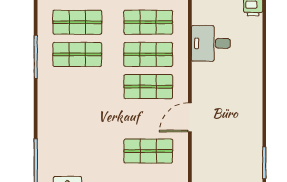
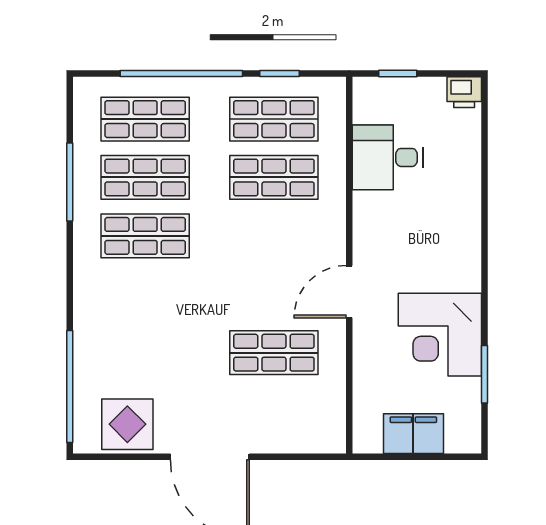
shop shelf: (148, 87) -> (145, 236), moved
corner desk: (240, 141) -> (440, 335), added

